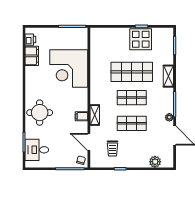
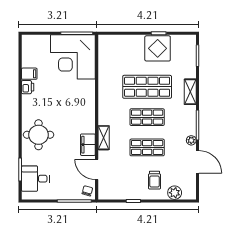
printer: (30, 40) -> (28, 87), moved
filing cabinet: (32, 56) -> (29, 74), width x0.50
corner desk: (69, 69) -> (73, 57), moved
filing cabinet: (82, 116) -> (88, 145), width x2.00
trolley: (113, 148) -> (155, 180), moved

